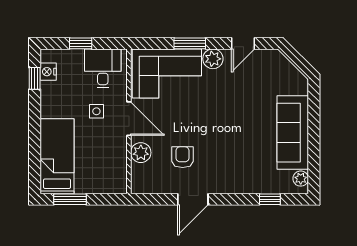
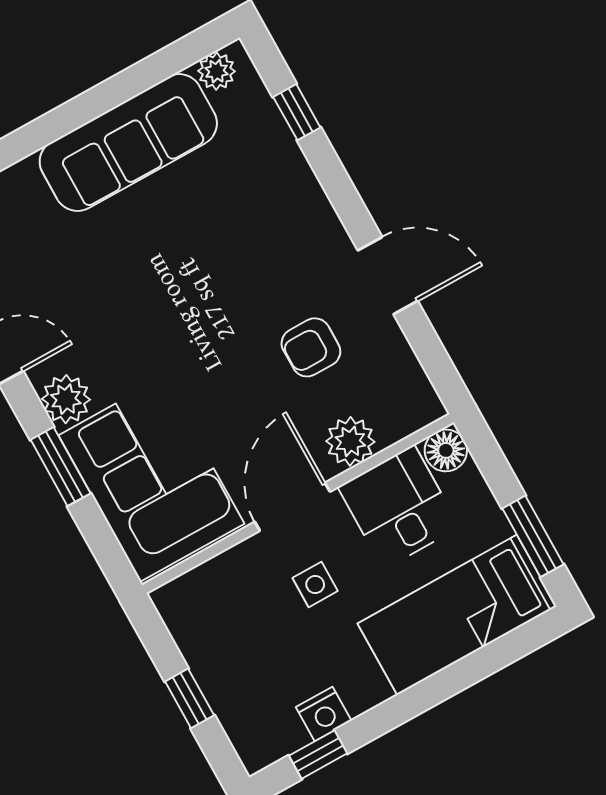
desk: (103, 68) -> (399, 507), moved, turned 90
nightstand: (48, 72) -> (324, 714), moved
floor lamp: (118, 185) -> (446, 450), added

